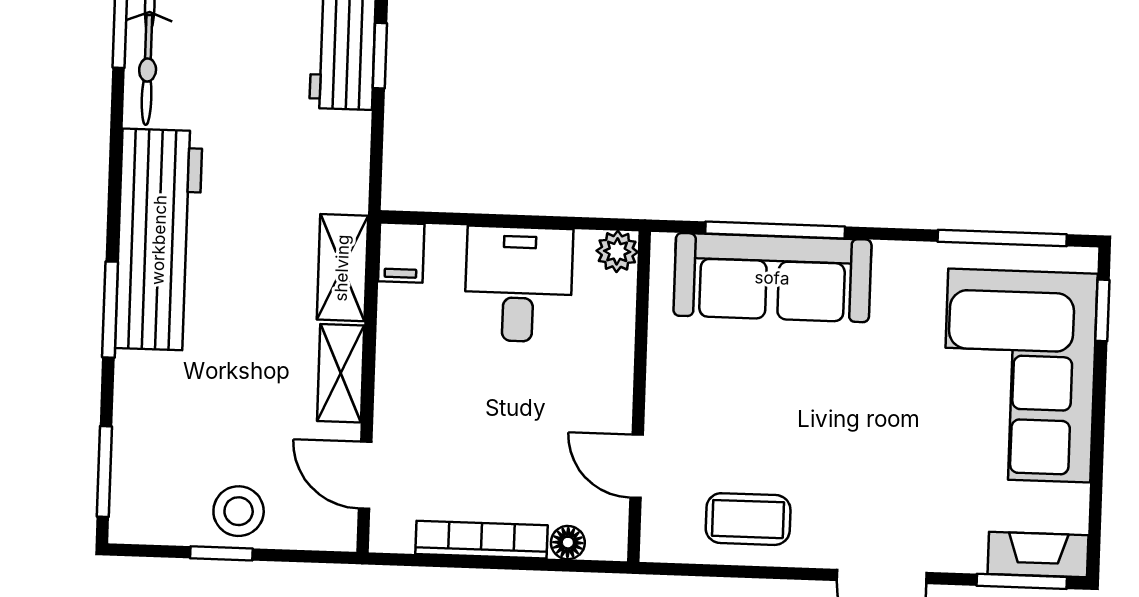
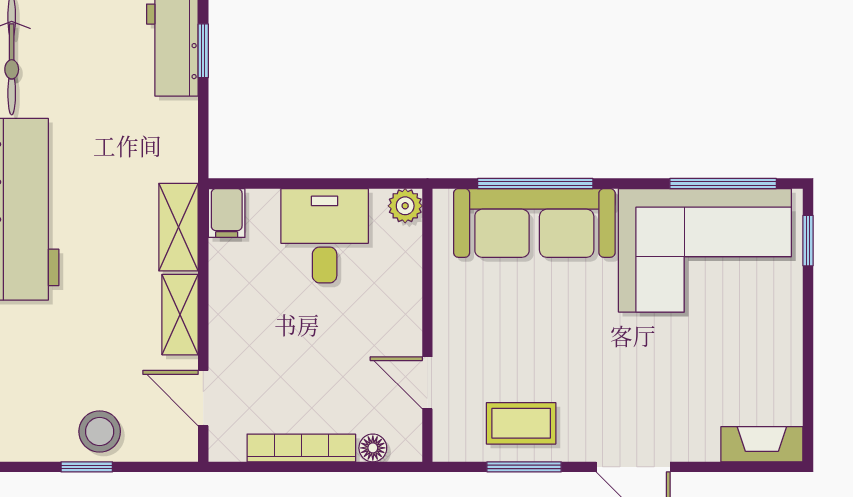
corner sofa: (1019, 376) -> (705, 250), moved, turned -90
window: (1022, 581) -> (524, 467), moved

